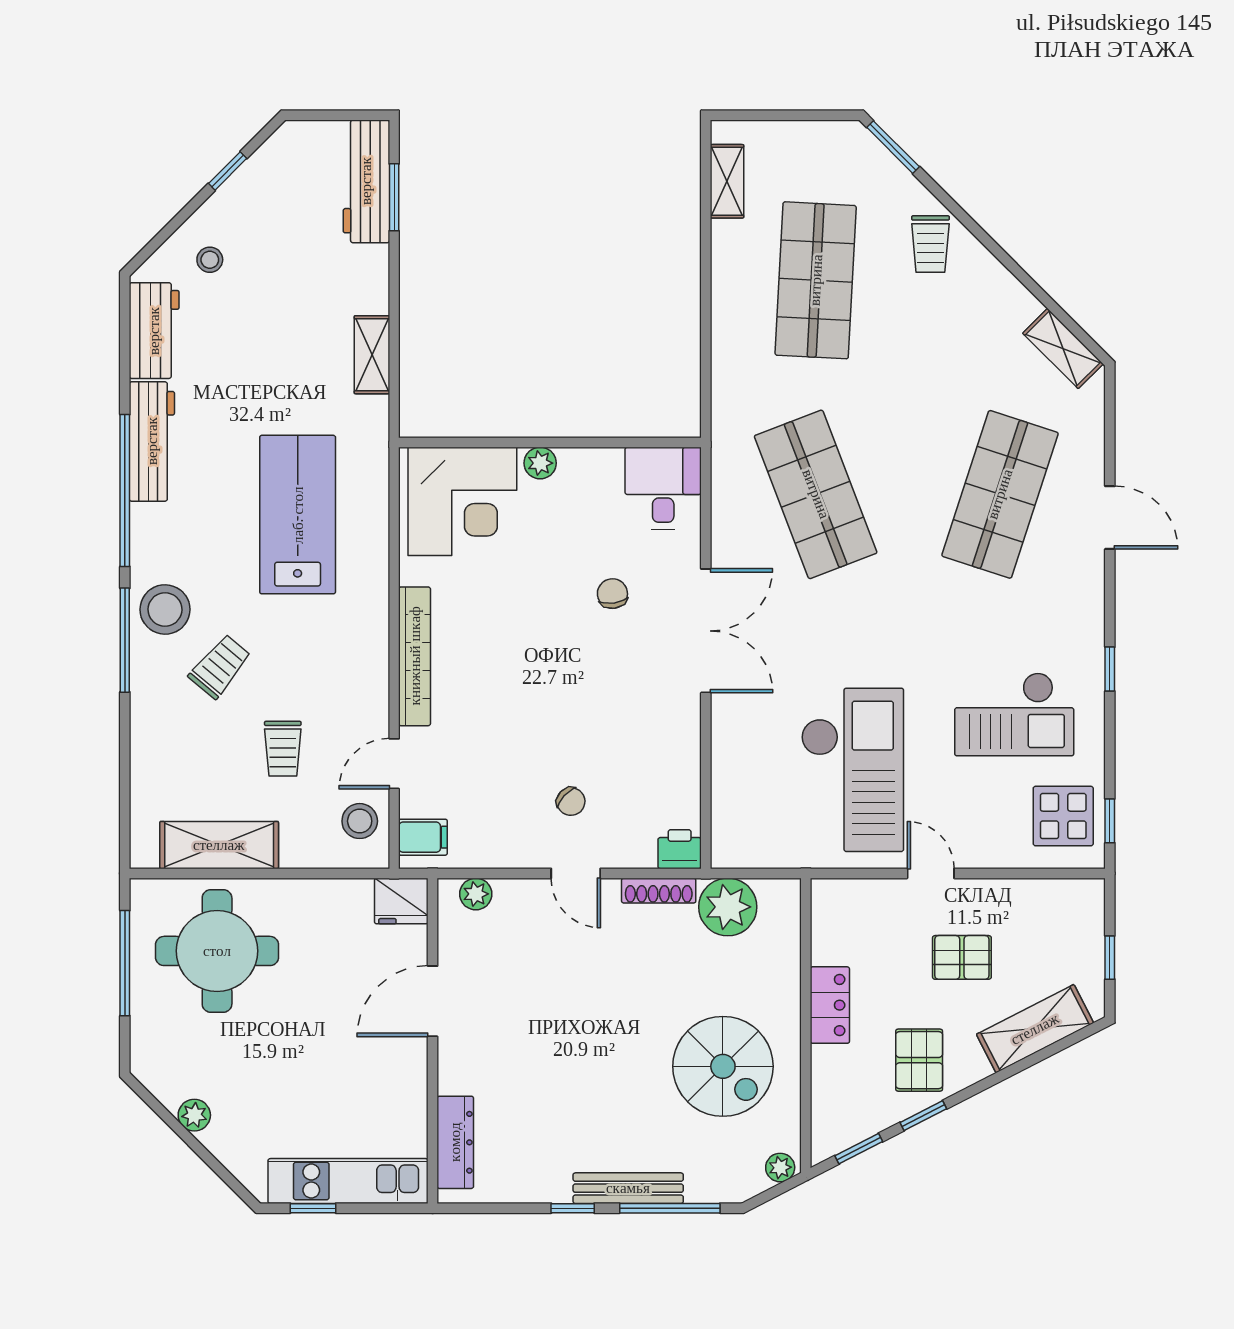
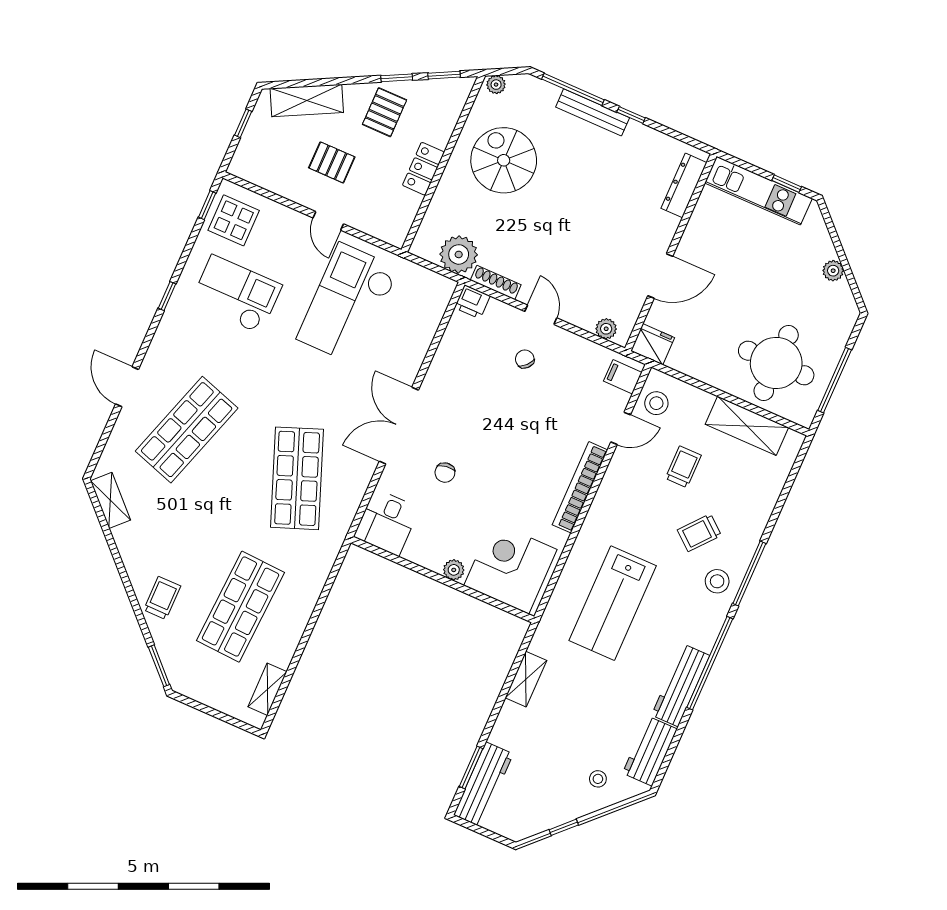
stool: (165, 609) -> (717, 581), width x0.73, depth x0.73

